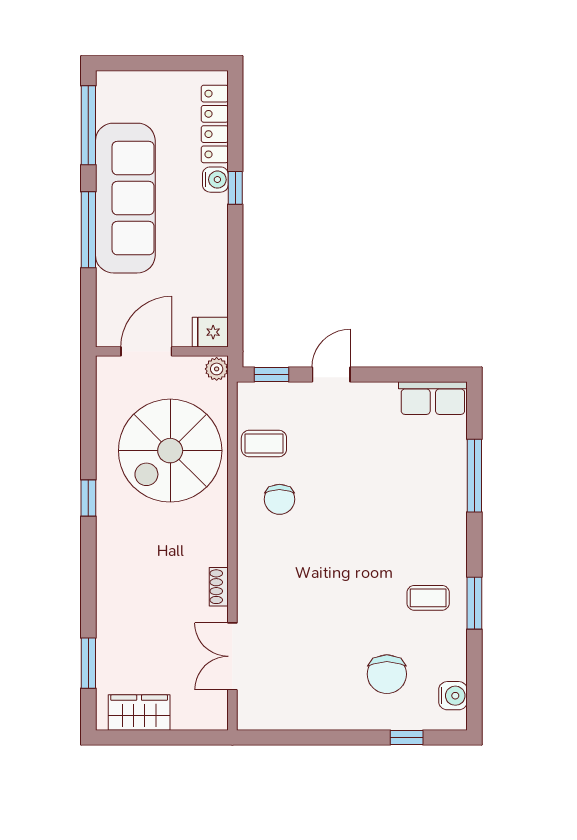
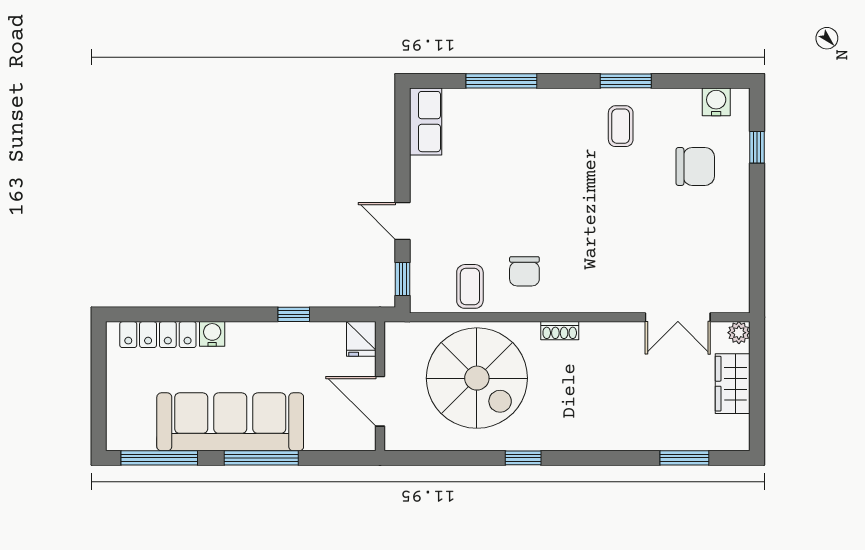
window: (235, 188) -> (294, 314), moved
plant: (217, 369) -> (739, 333), moved
chair: (279, 499) -> (524, 271), turned 90
shoe rack: (219, 587) -> (560, 331), moved
wardrobe: (139, 713) -> (733, 384), moved

